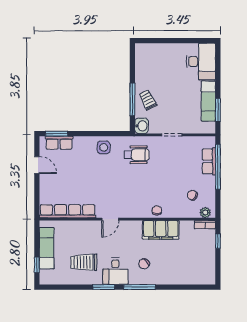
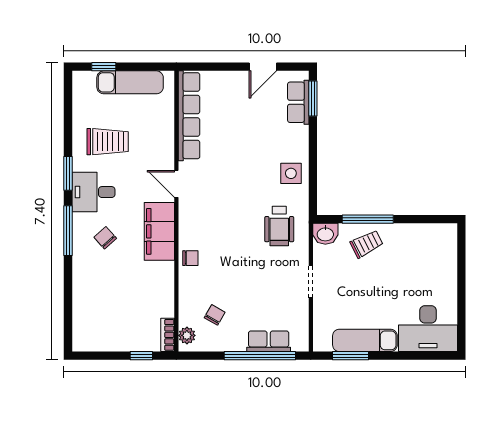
filing cabinet: (161, 230) -> (159, 231), moved
trolley: (84, 262) -> (108, 142), turned 90

